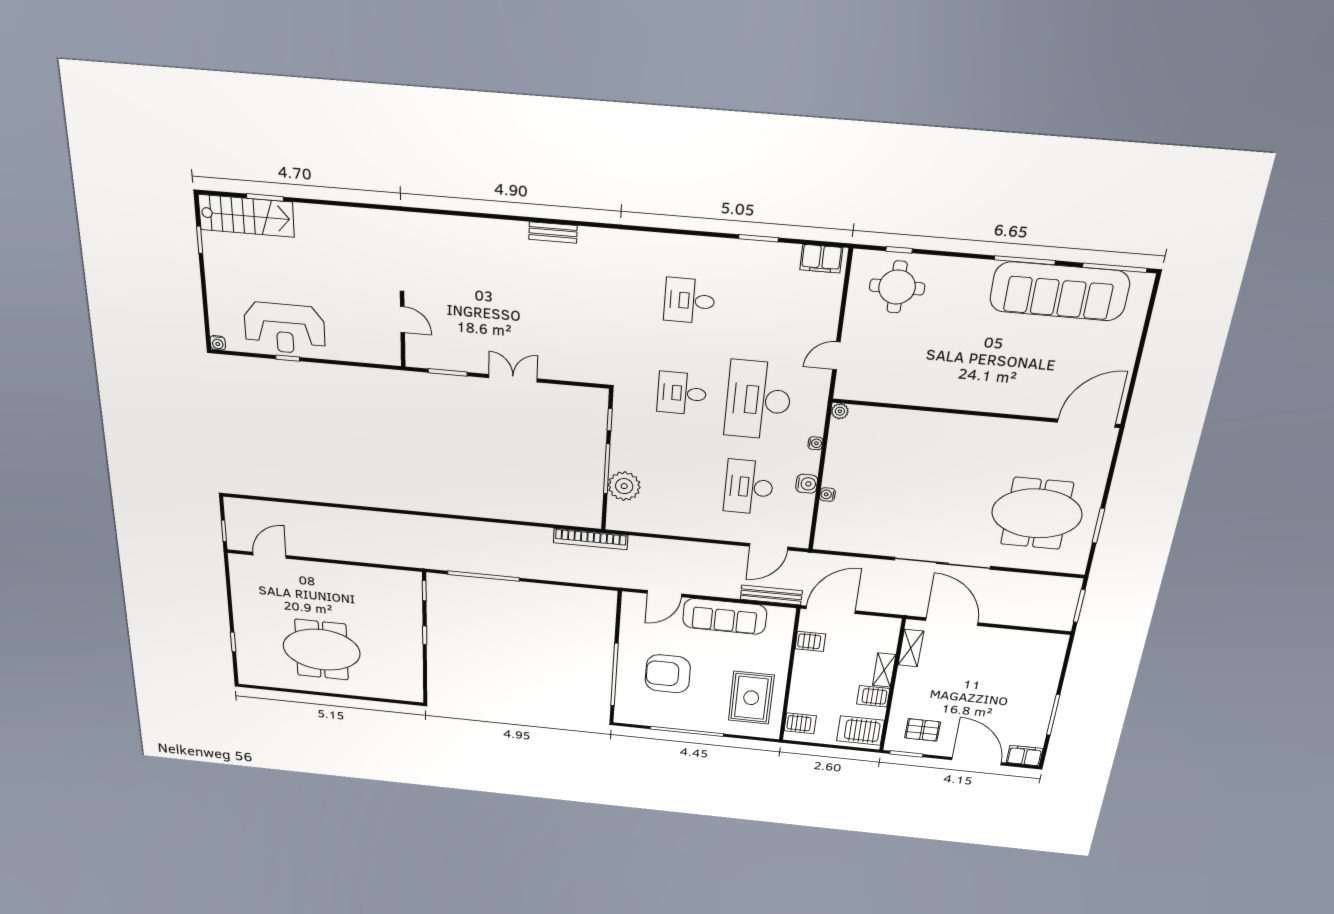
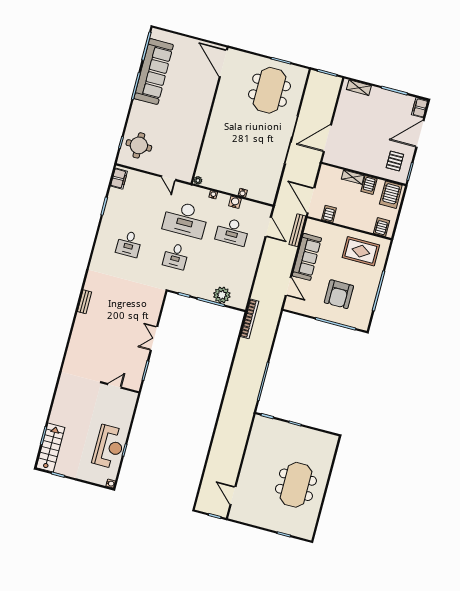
shelving: (911, 648) -> (359, 88), moved

